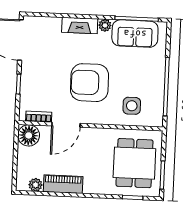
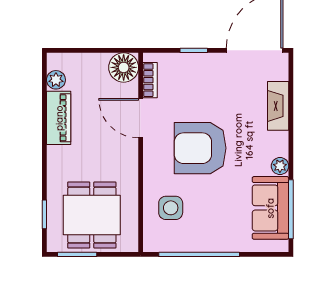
fireplace: (80, 26) -> (278, 106), moved
armchair: (90, 83) -> (200, 148), turned -90
dining table: (134, 163) -> (92, 215), turned 90

